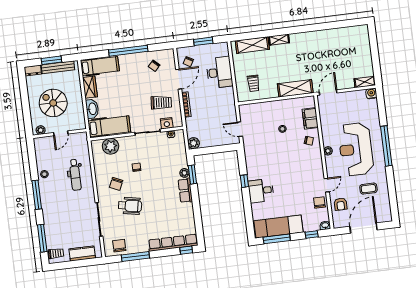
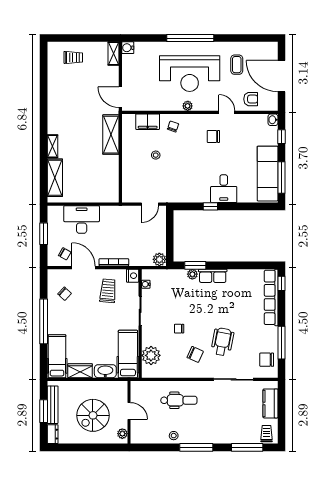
trolley: (253, 83) -> (73, 57), moved
nightstand: (167, 123) -> (133, 276), moved
chair: (319, 203) -> (213, 136), moved

